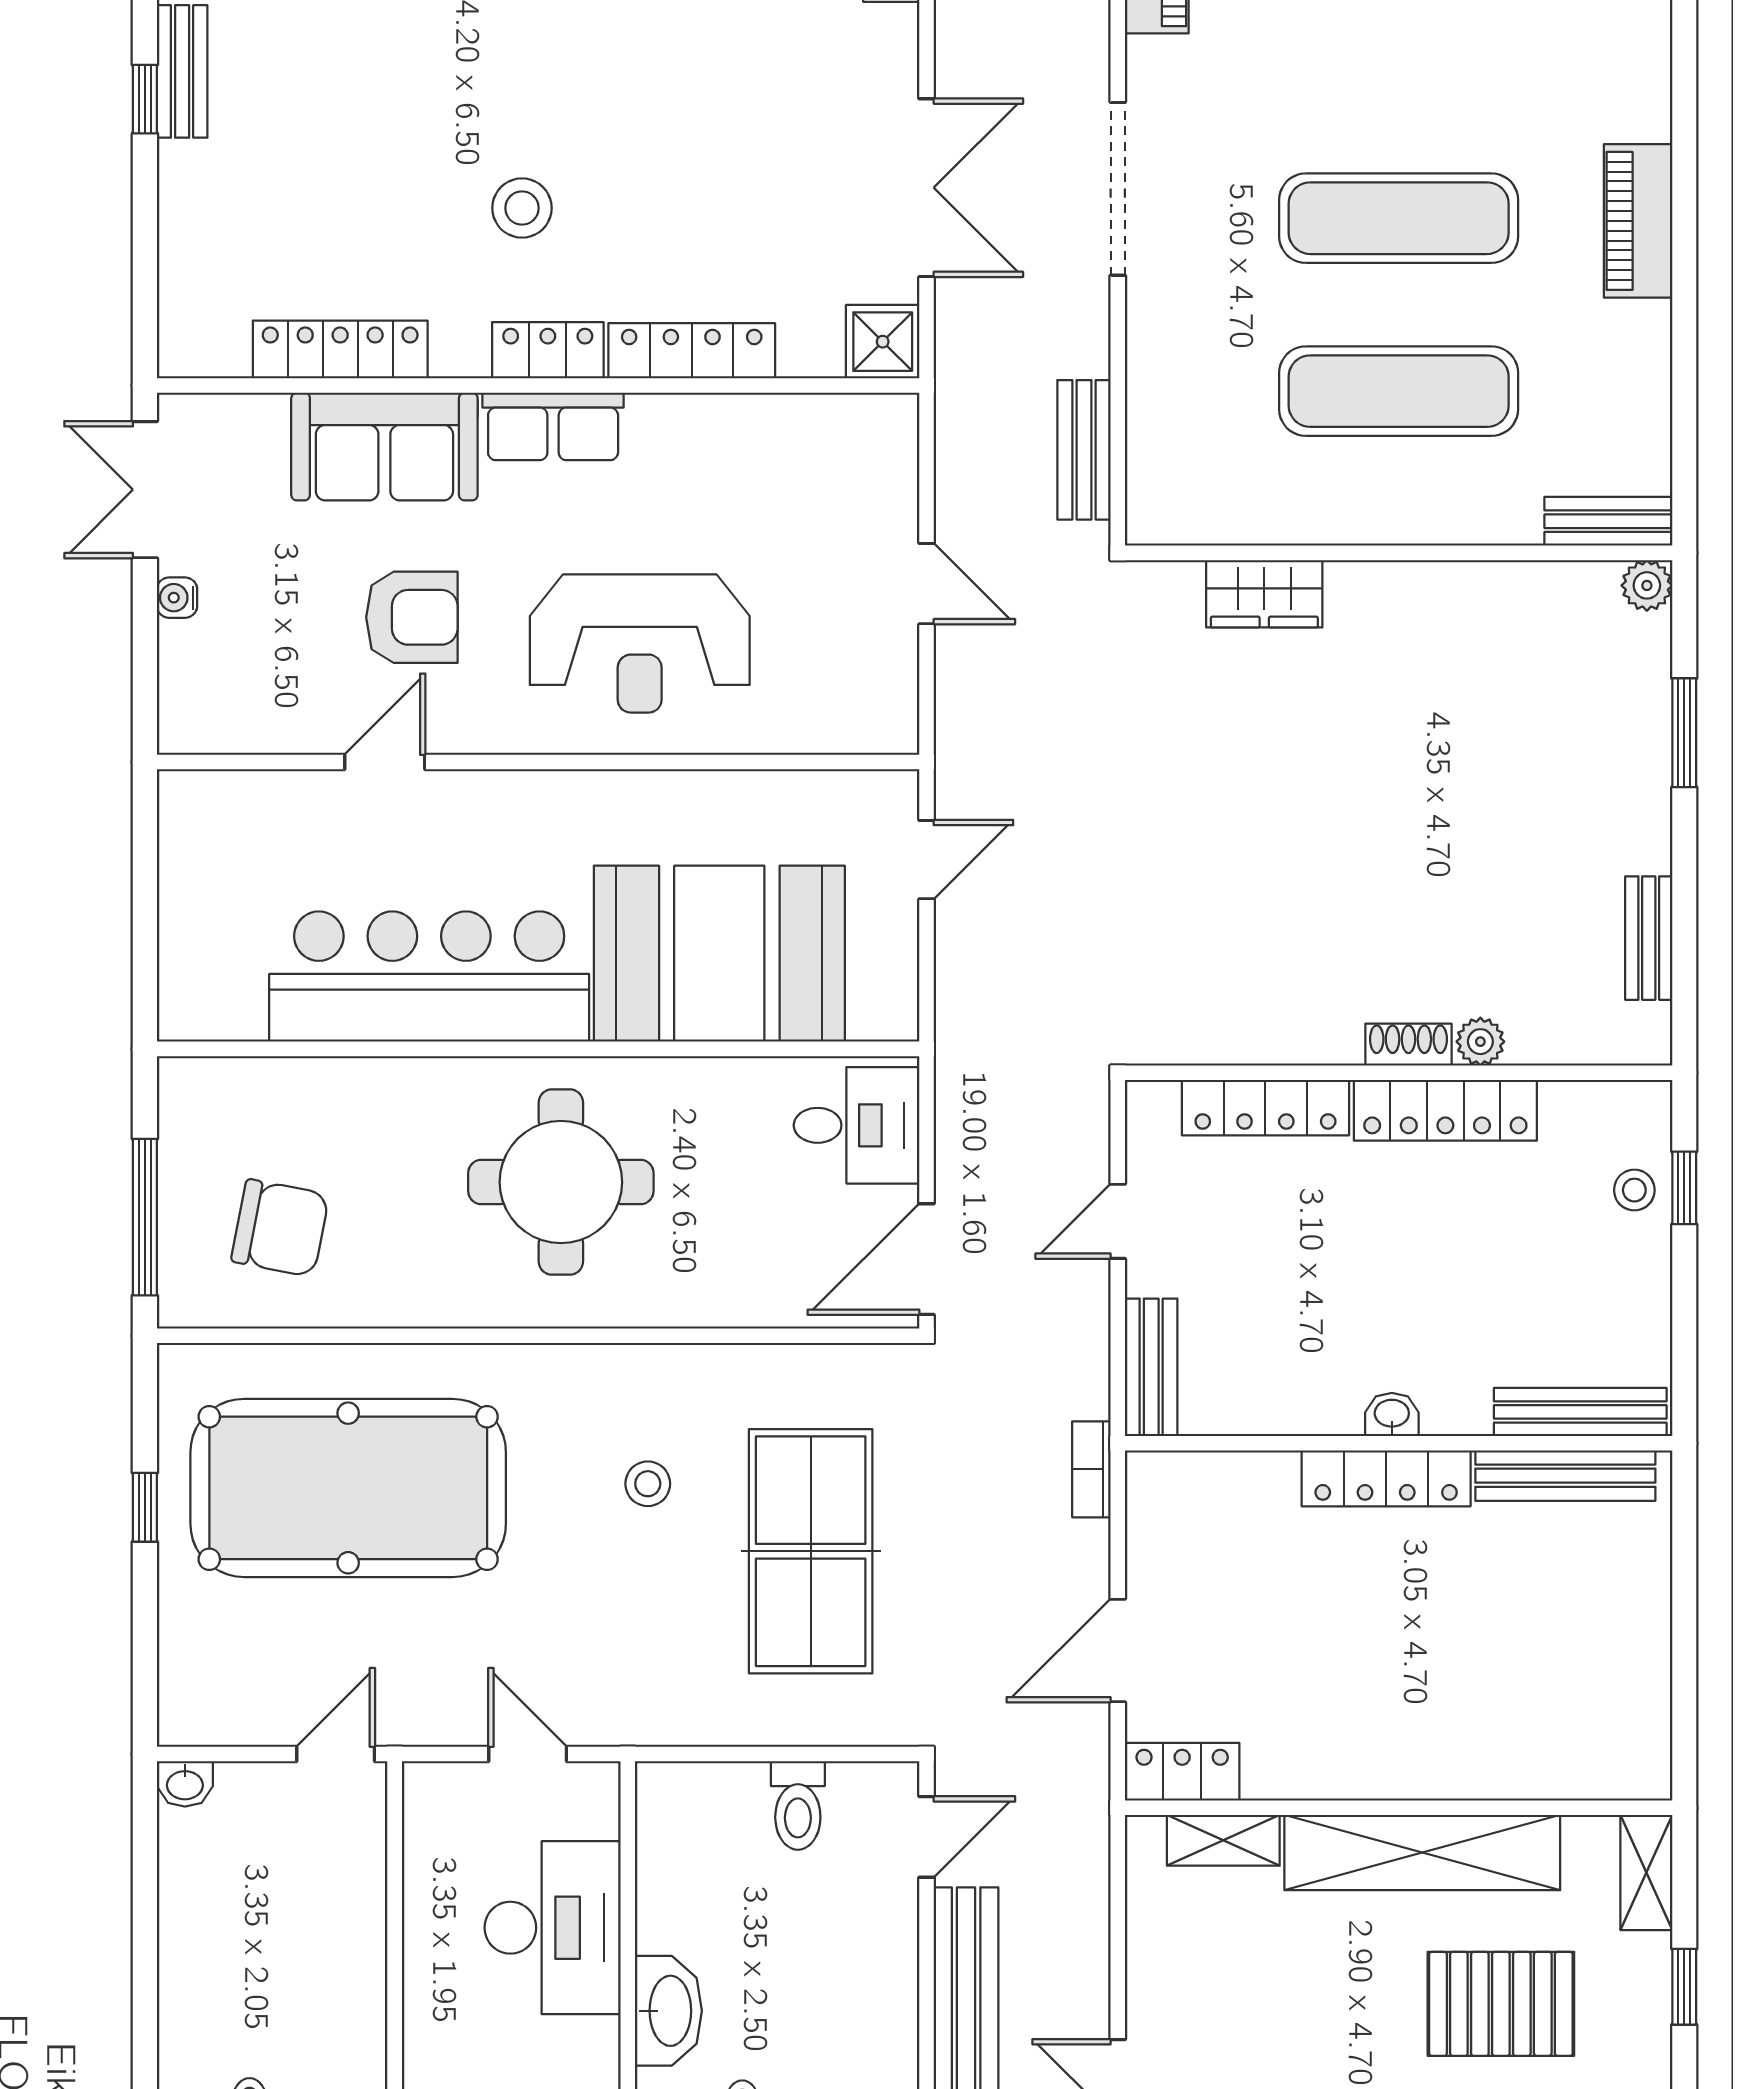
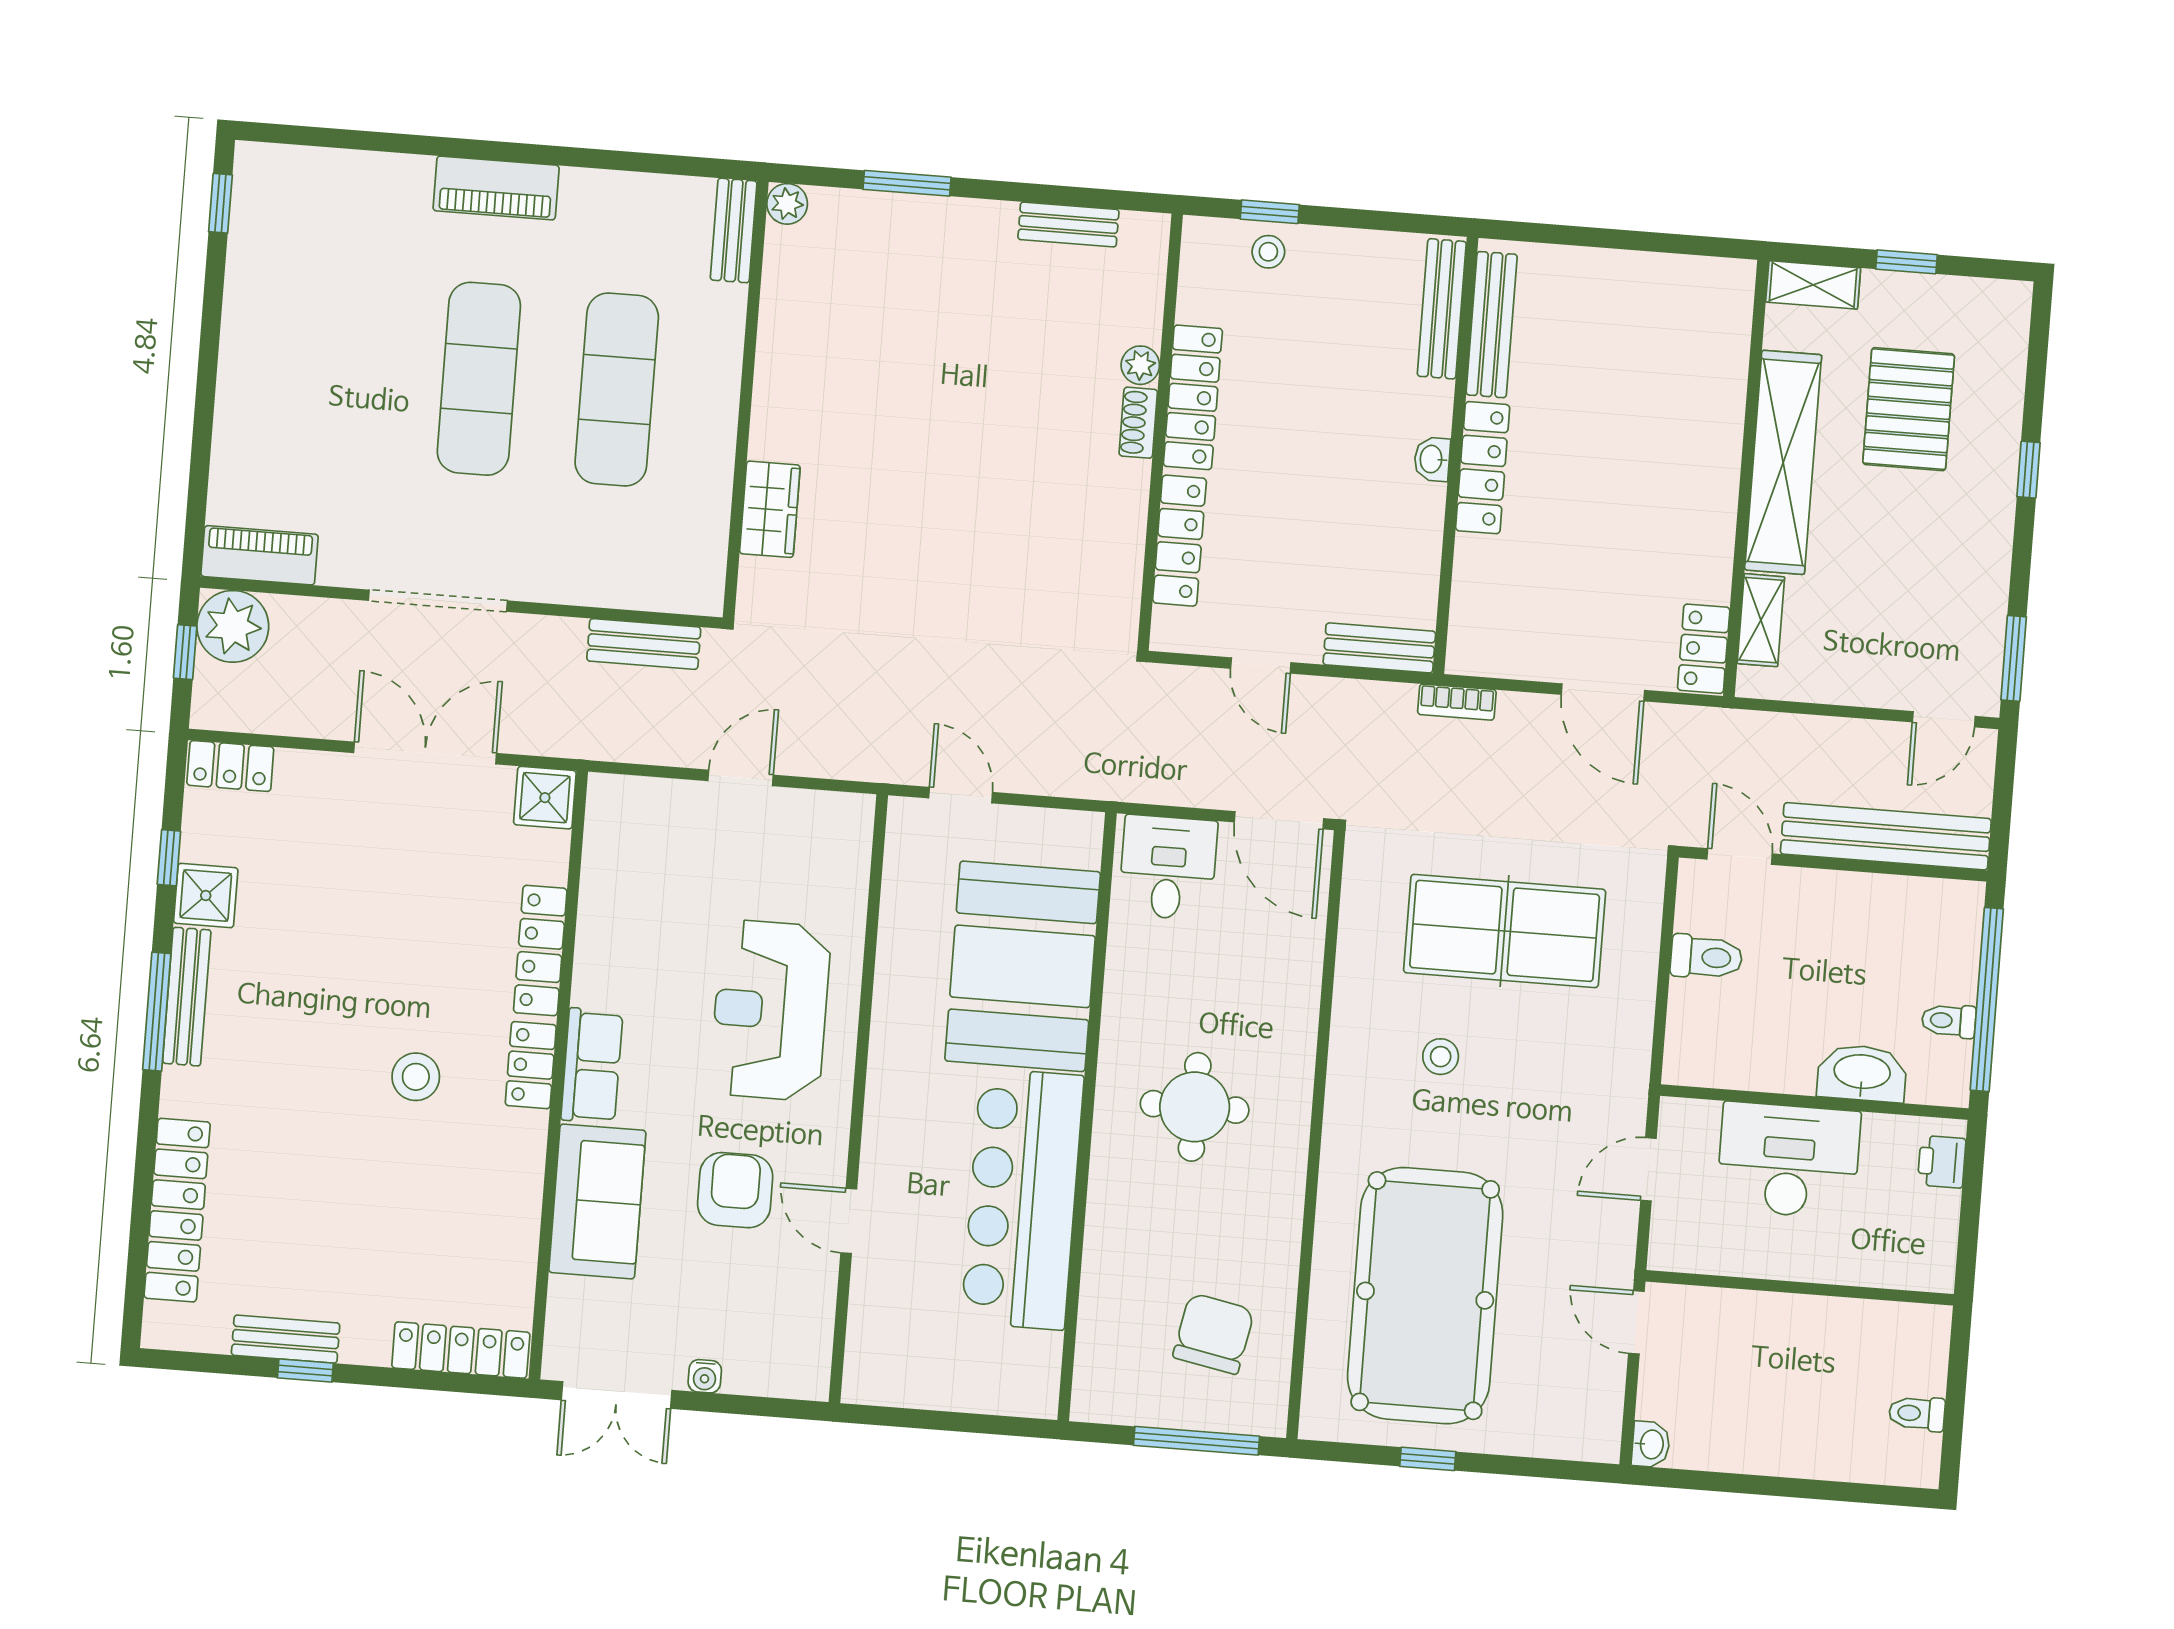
locker: (340, 349) -> (461, 1350), moved, turned 90
reception desk: (640, 644) -> (770, 1010), turned 180
round table: (561, 1182) -> (1195, 1107), width x0.73, depth x0.73

